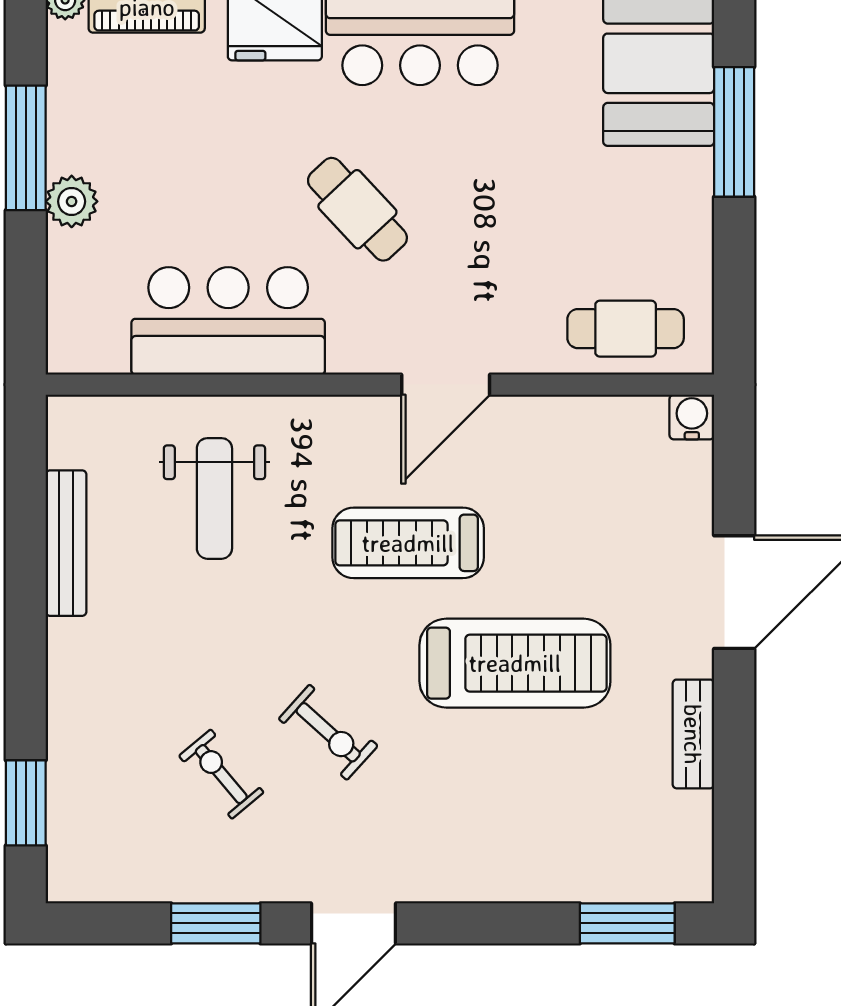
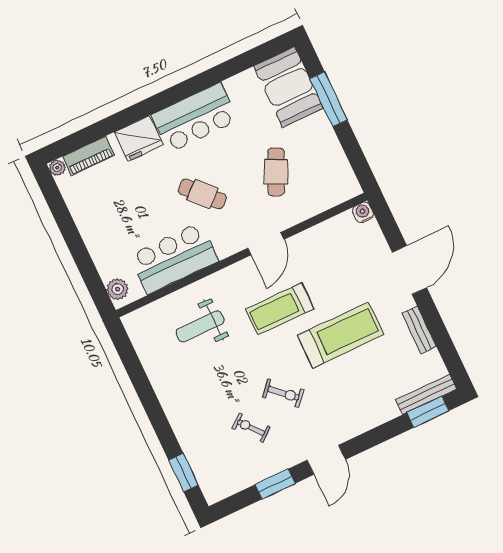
window: (26, 148) -> (69, 229), removed
plant: (72, 201) -> (118, 289), moved
cafe table: (626, 329) -> (276, 172), moved, turned -65
weight bench: (214, 498) -> (200, 326), turned 90
bench: (66, 543) -> (426, 394), moved, turned 90

